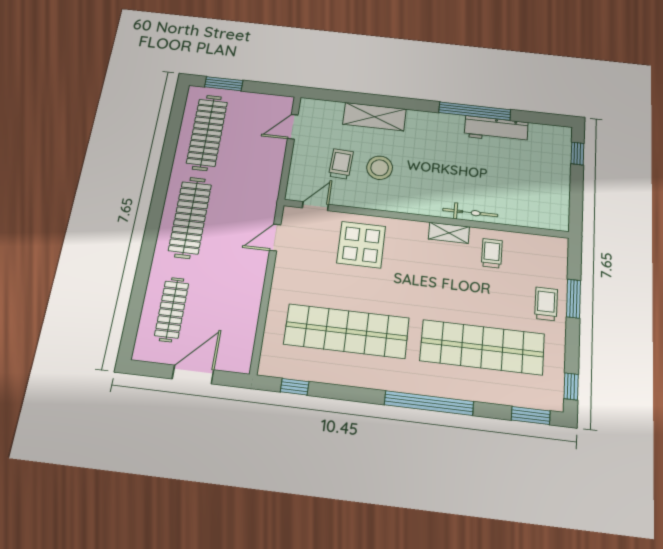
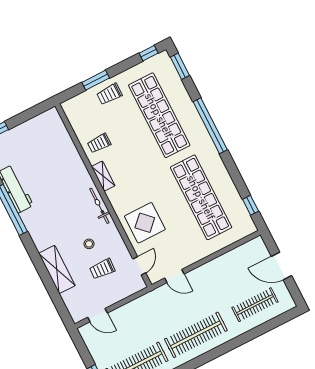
stool: (380, 168) -> (89, 244), width x0.53, depth x0.53
door: (315, 206) -> (139, 266), swing flipped
bicycle: (470, 213) -> (99, 206), moved

